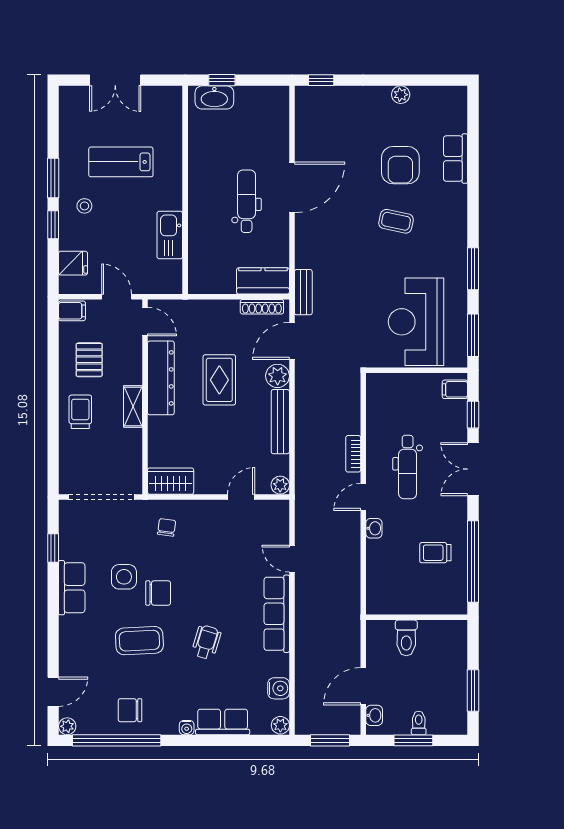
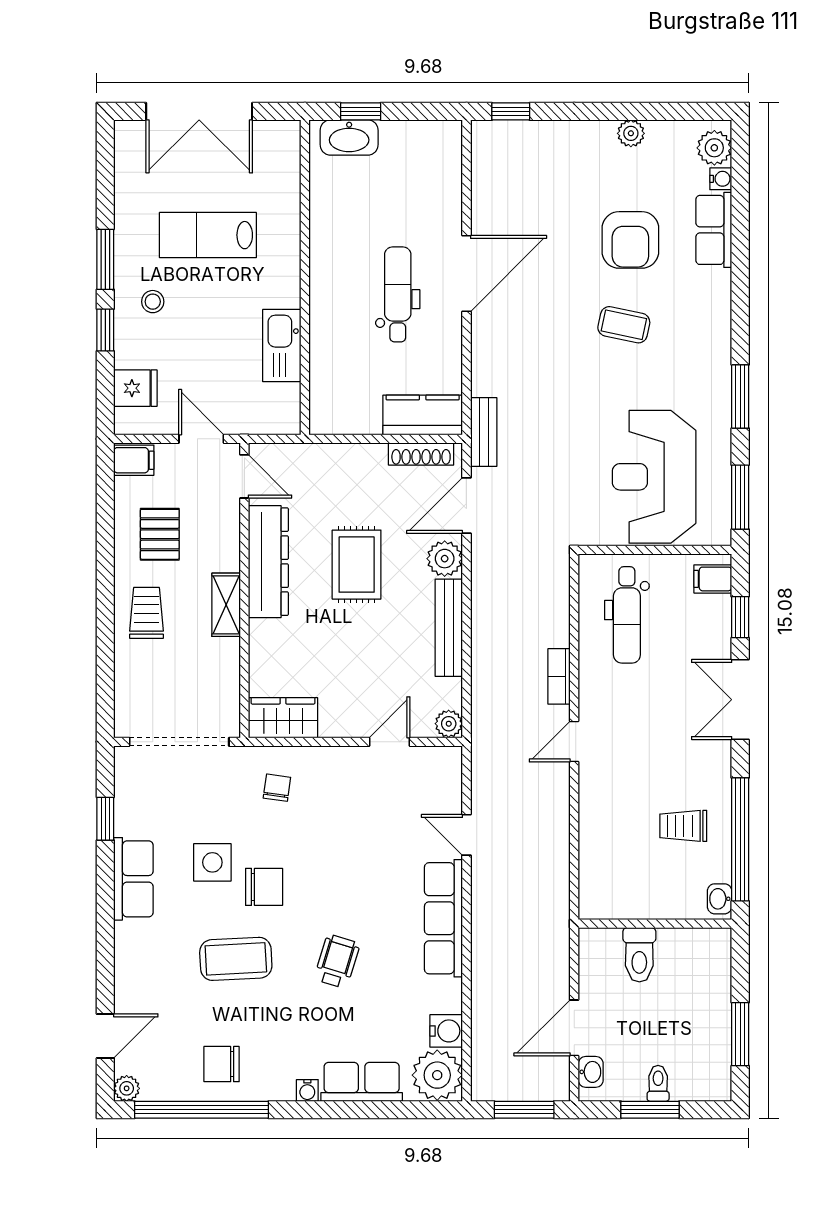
double door: (115, 80) -> (199, 111), width x1.37
plant: (456, 104) -> (714, 148), added
water cooler: (460, 125) -> (721, 179), added
dental chair: (408, 467) -> (627, 615), moved
washbasin: (374, 528) -> (720, 899), moved, turned 180
plant: (280, 725) -> (437, 1075), width x1.87, depth x1.87

